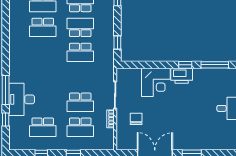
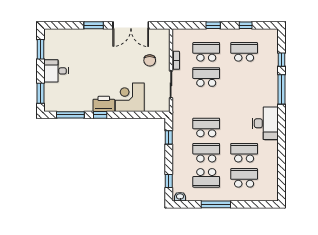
school desk: (80, 27) -> (206, 153), turned 180
desk: (22, 99) -> (265, 123), moved

